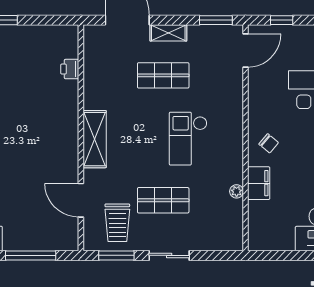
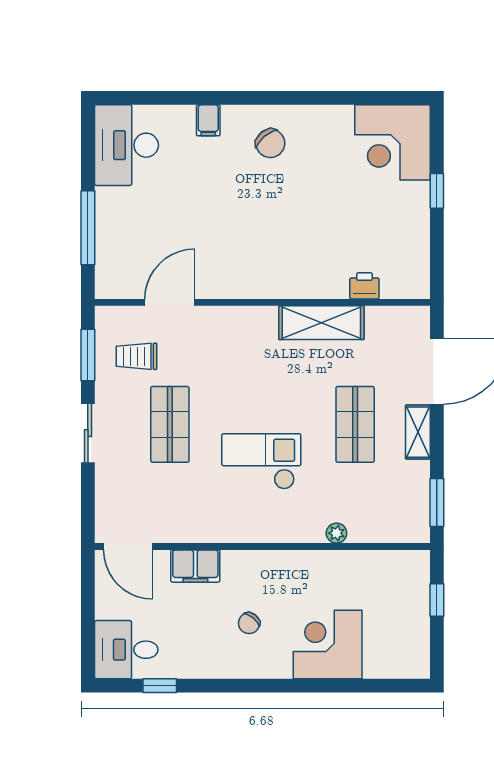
door: (246, 51) -> (128, 546), moved
shelving: (95, 139) -> (321, 323), moved
chair: (269, 143) -> (249, 623), moved
plant: (237, 191) -> (336, 533), moved
trolley: (117, 223) -> (137, 356), width x0.73, depth x0.72

